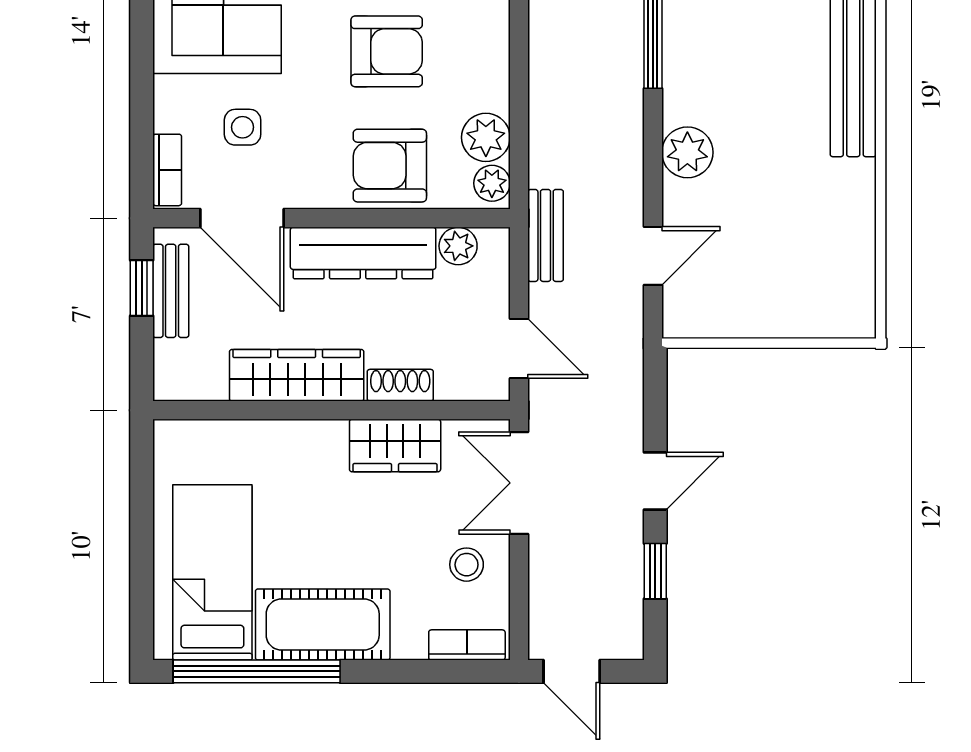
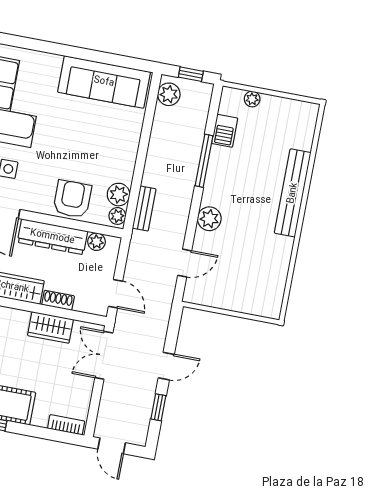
armchair: (387, 51) -> (81, 147), removed
armchair: (390, 166) -> (72, 199), turned 90
bench: (546, 235) -> (144, 208), moved
stool: (467, 565) -> (73, 388), removed

